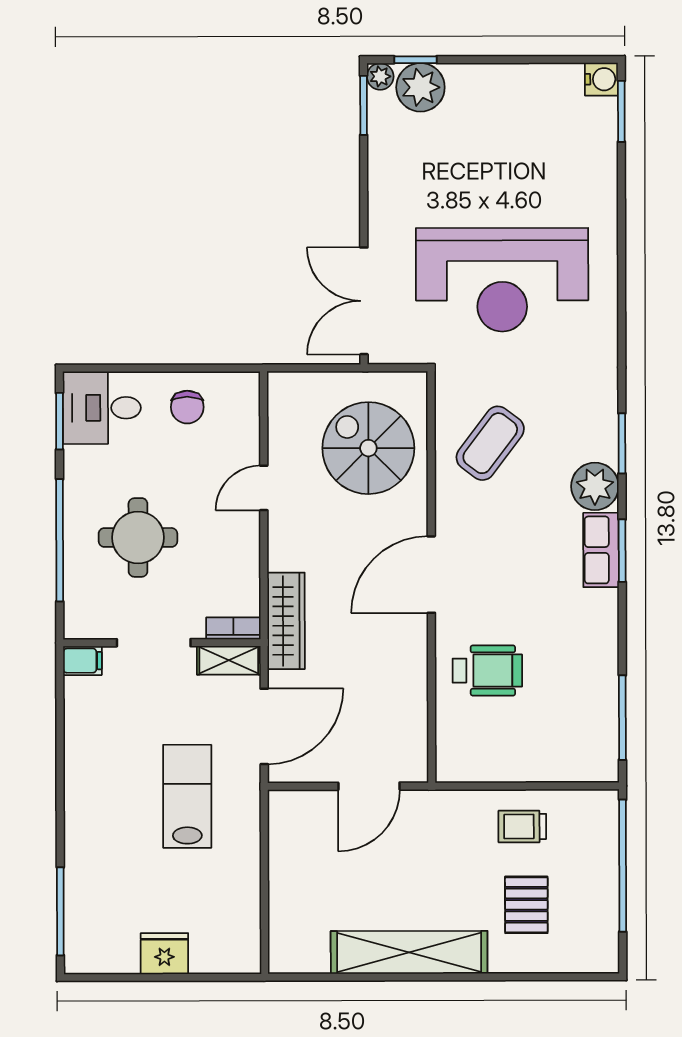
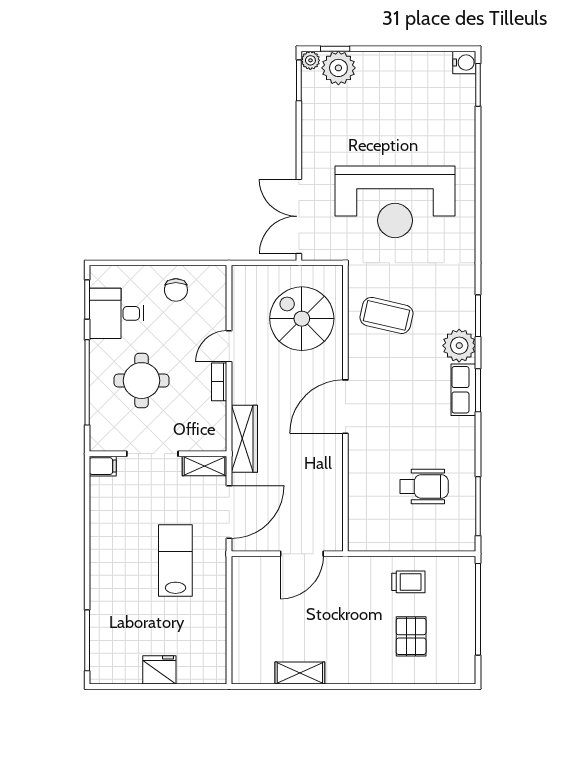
desk: (102, 408) -> (117, 313), moved
coffee table: (490, 443) -> (386, 315), turned 66
bookcase: (233, 628) -> (219, 382), moved, turned -90
wheelchair: (487, 671) -> (424, 486), moved
trolley: (522, 826) -> (408, 582), turned 180
shelving: (409, 952) -> (300, 673), width x0.45, depth x0.75

